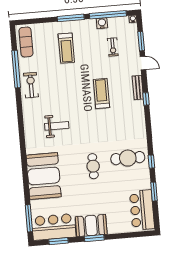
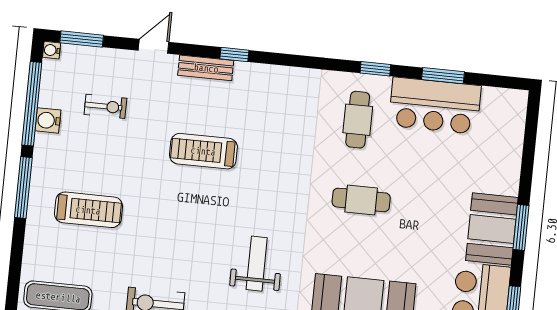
window: (141, 41) -> (82, 39), moved
cafe table: (128, 158) -> (358, 120), width x0.73, depth x0.74
bar counter: (142, 210) -> (435, 106), moved

